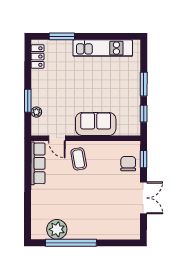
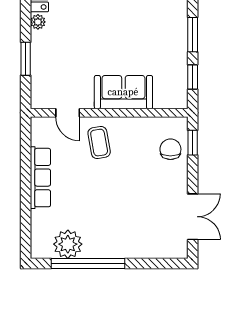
plant: (36, 112) -> (38, 22), moved
row of seats: (38, 163) -> (40, 178), moved
double door: (143, 198) -> (193, 217), moved

